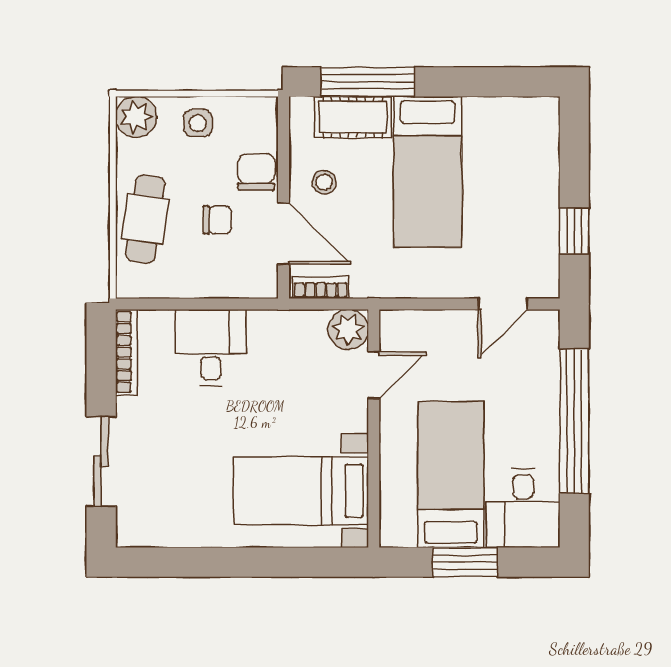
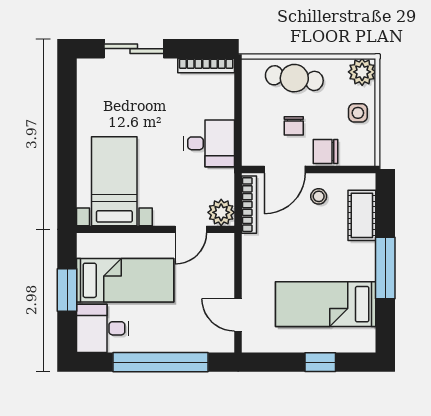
window: (368, 82) -> (385, 268), moved
chair: (256, 172) -> (326, 152), turned 180
bed: (428, 172) -> (326, 304), moved
window: (574, 231) -> (320, 362), moved
bookcase: (321, 287) -> (249, 205), width x1.56
desk: (211, 348) -> (209, 143), moved
door: (374, 375) -> (191, 229), hinge flipped

